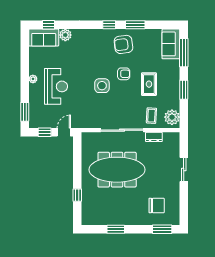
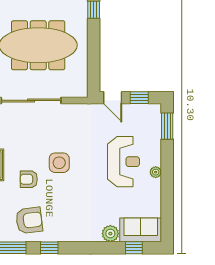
reception desk: (56, 86) -> (123, 162), turned 180
door: (64, 132) -> (113, 98), hinge flipped

